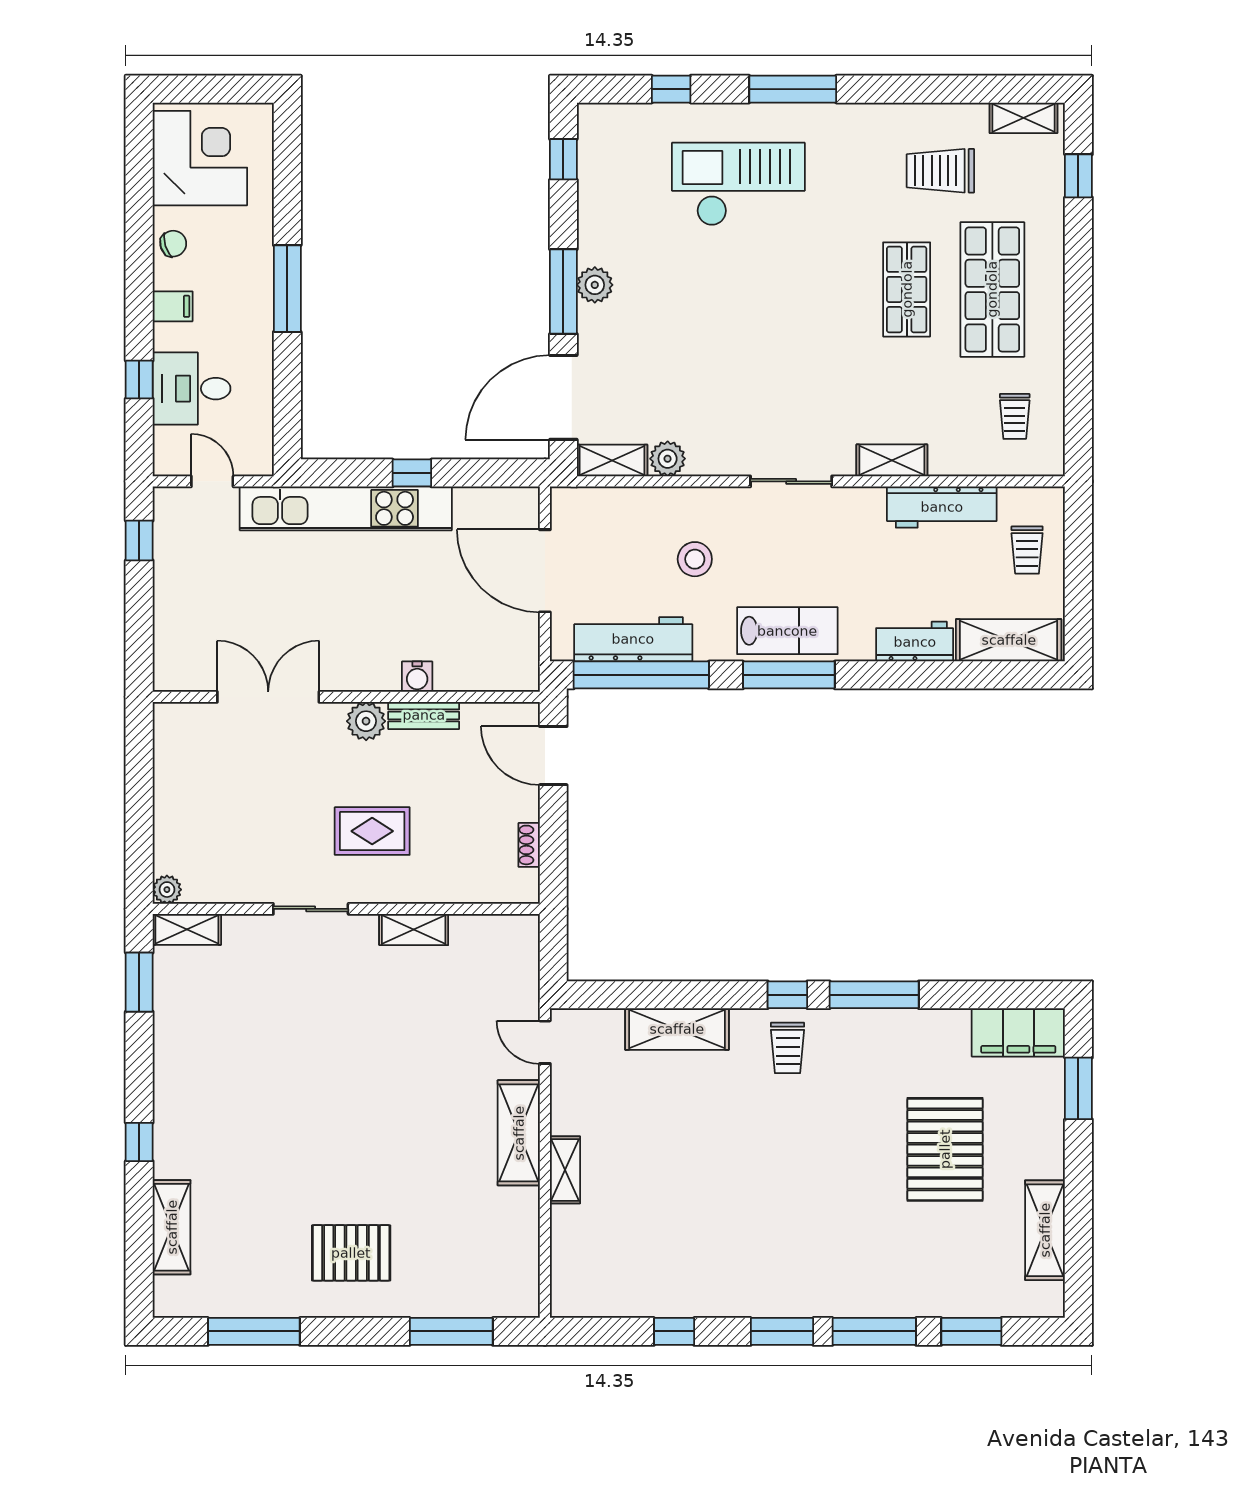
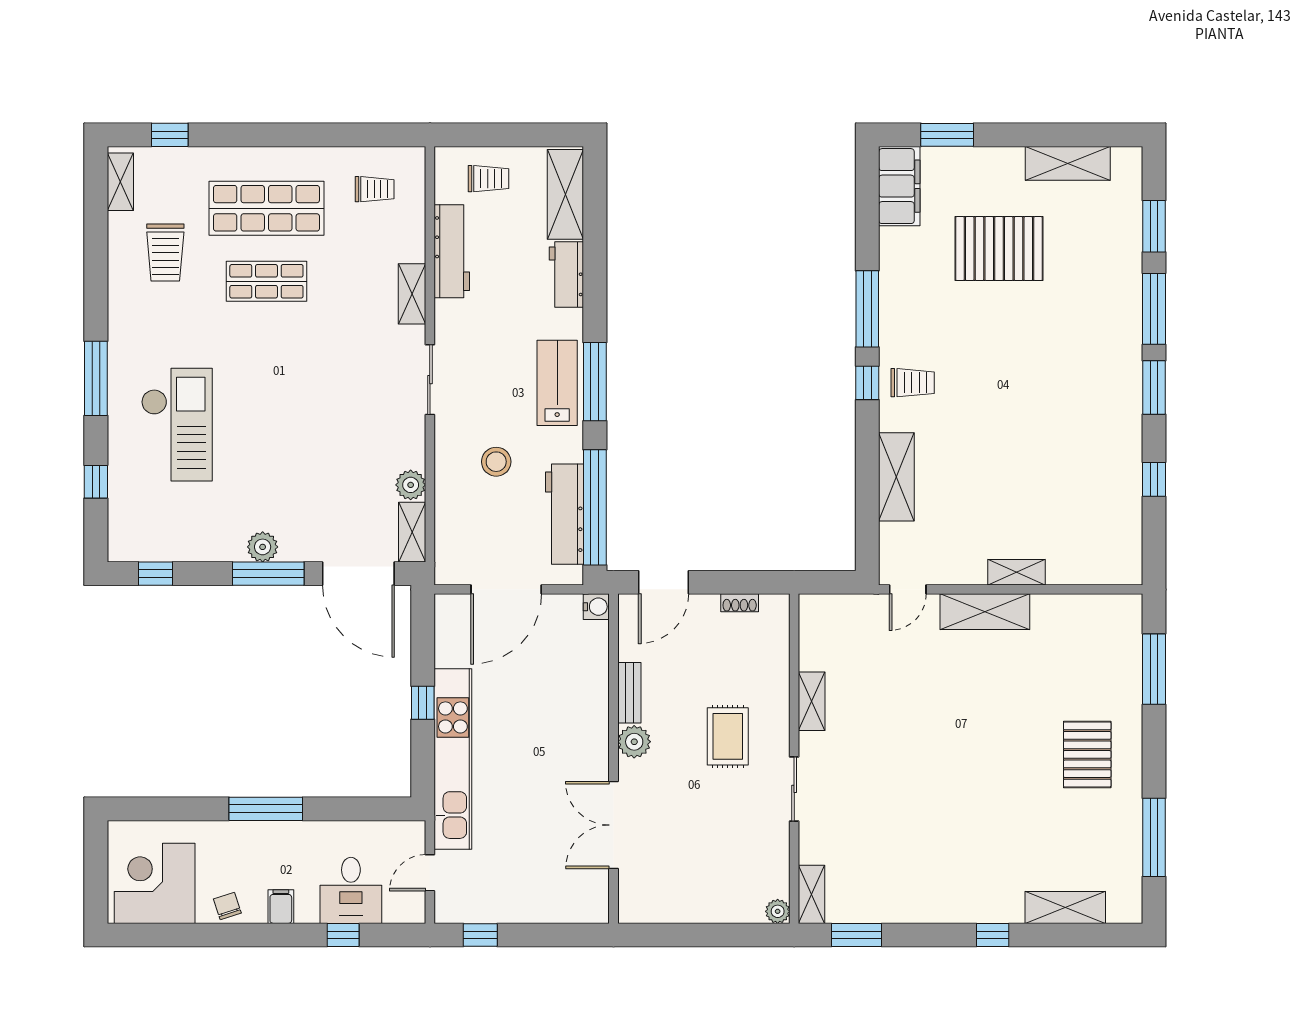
checkout: (738, 184) -> (177, 425), turned 180
water cooler: (417, 677) -> (596, 607), moved

